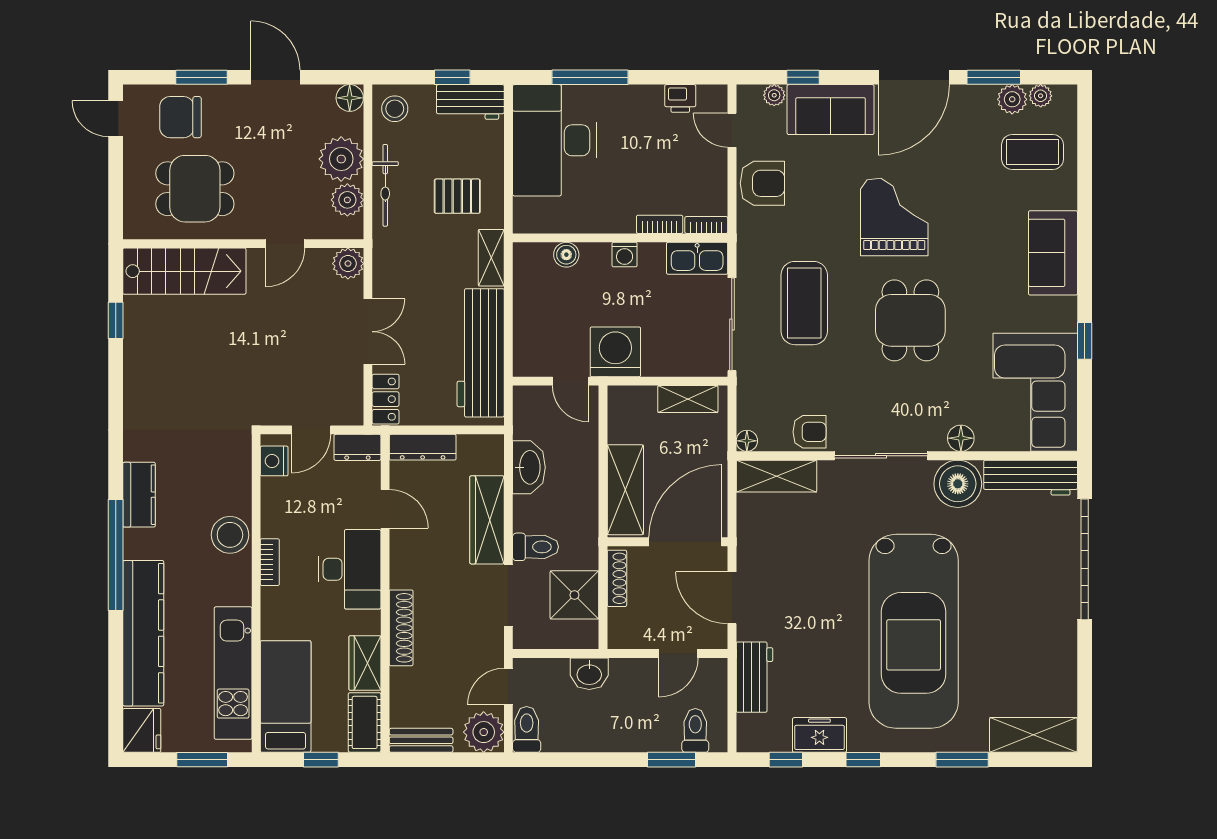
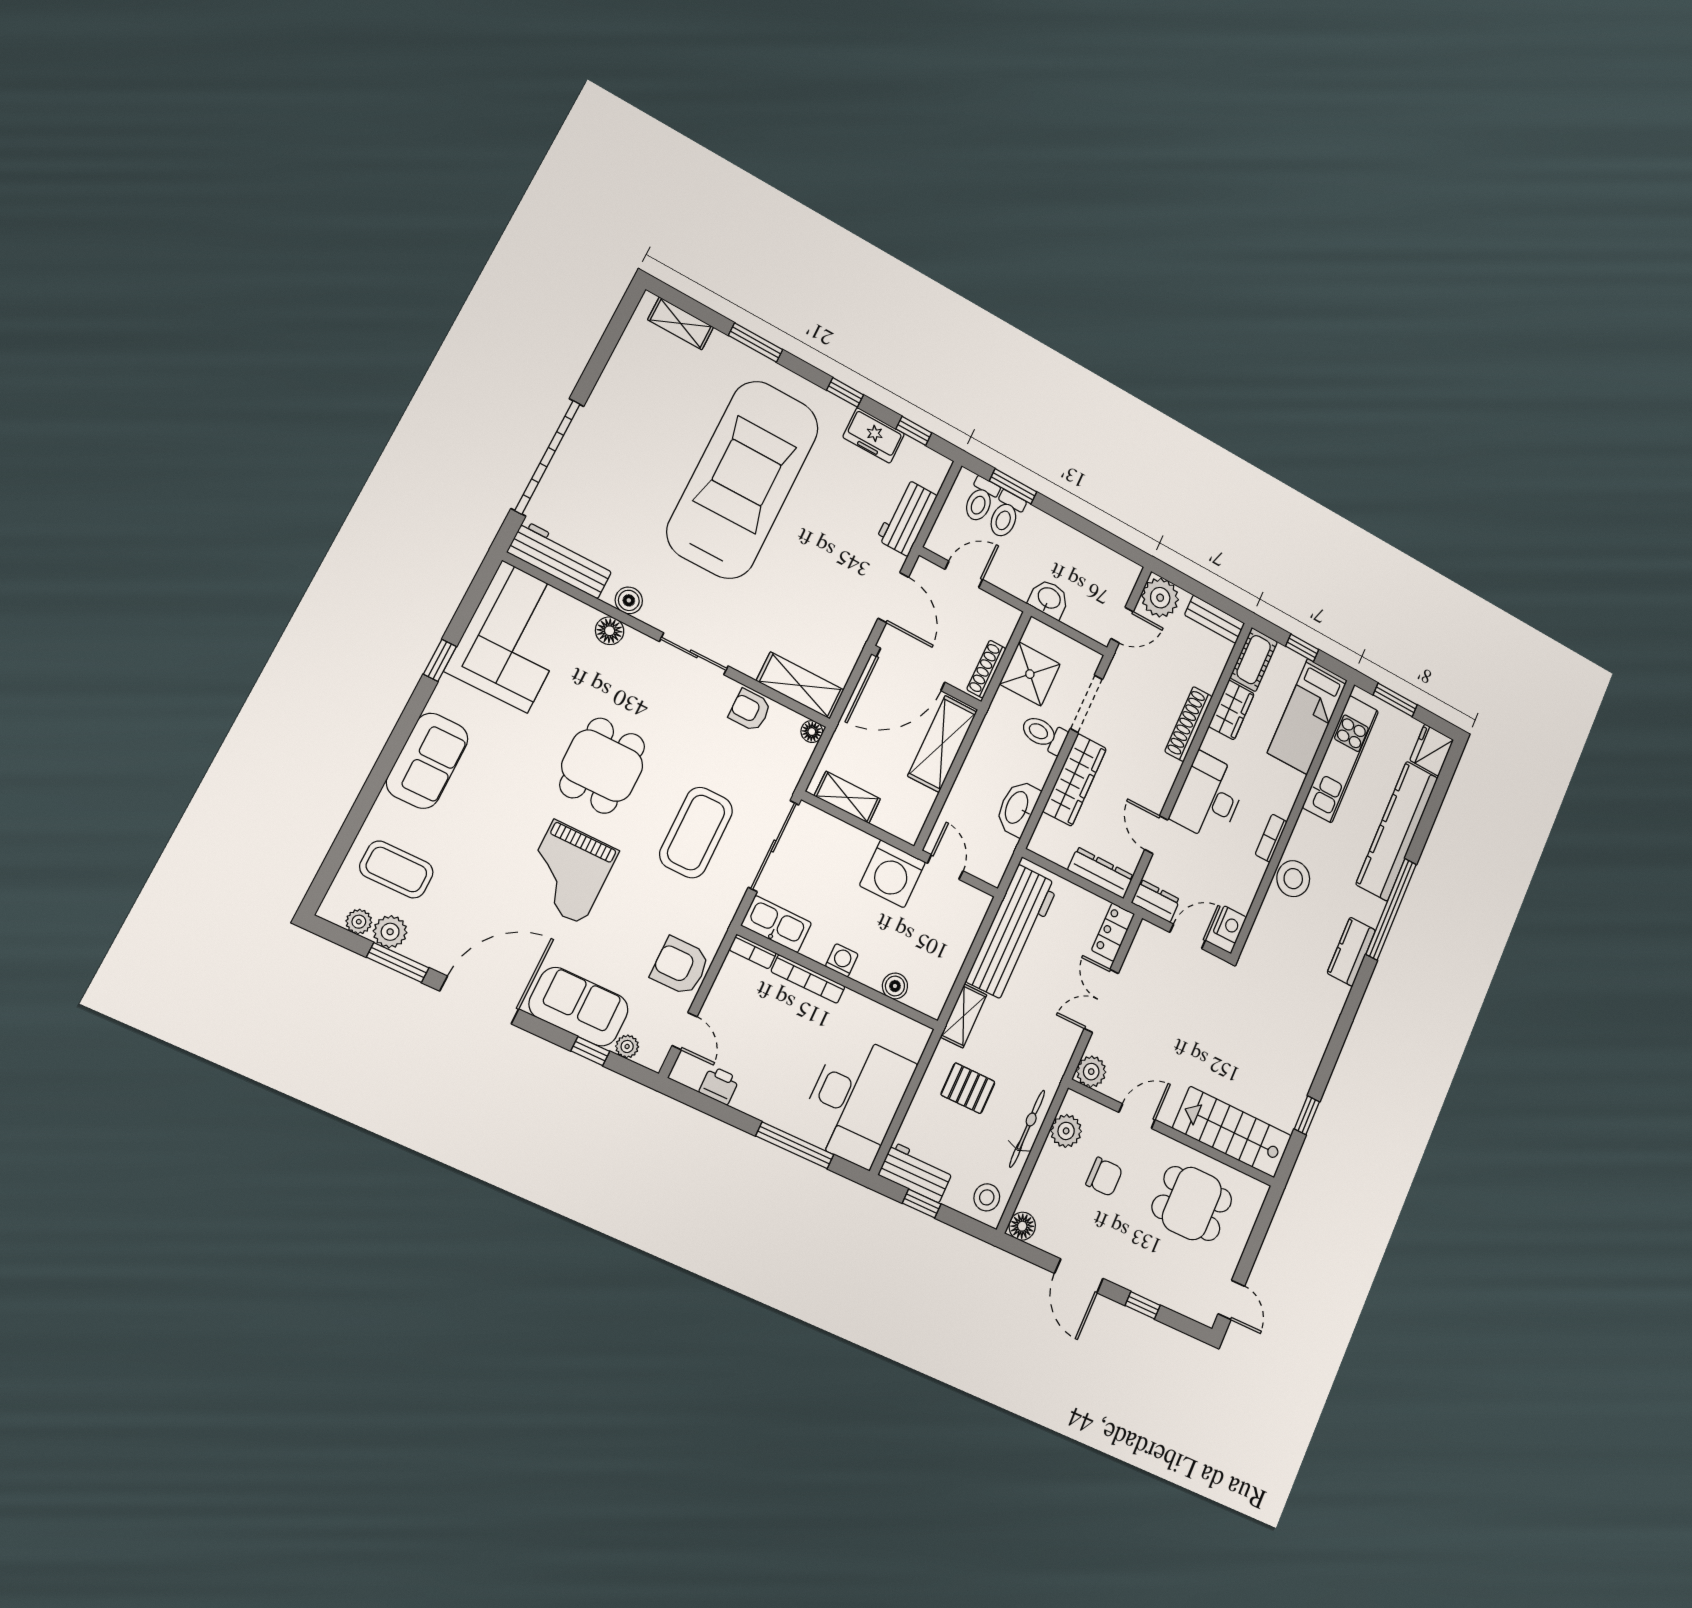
window: (201, 77) -> (1143, 1305), width x0.67
chair: (180, 117) -> (1104, 1177), moved, width x0.73, depth x0.73
plant: (341, 159) -> (1055, 1172), removed
bookcase: (660, 224) -> (808, 979), width x1.56
sliding door: (881, 456) -> (694, 654), width x0.73
boiler: (958, 484) -> (629, 600), width x0.54, depth x0.54
toilet: (527, 729) -> (1006, 515), moved
shelving: (1033, 735) -> (681, 323), width x0.67, depth x0.75

